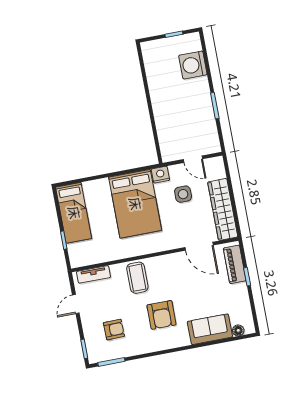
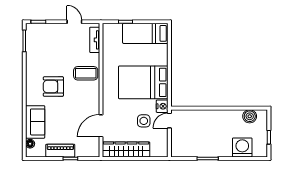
boiler: (152, 63) -> (250, 116), added
door: (193, 159) -> (169, 121), moved
piano: (235, 264) -> (60, 151), moved
armchair: (114, 330) -> (49, 48), removed

